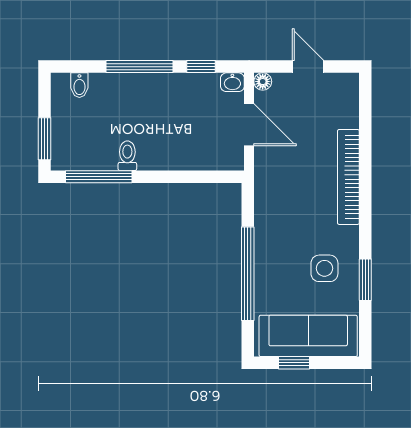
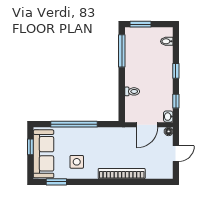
window: (140, 67) -> (176, 71), width x0.46
toilet: (127, 156) -> (132, 91), moved
window: (365, 280) -> (56, 182), moved

